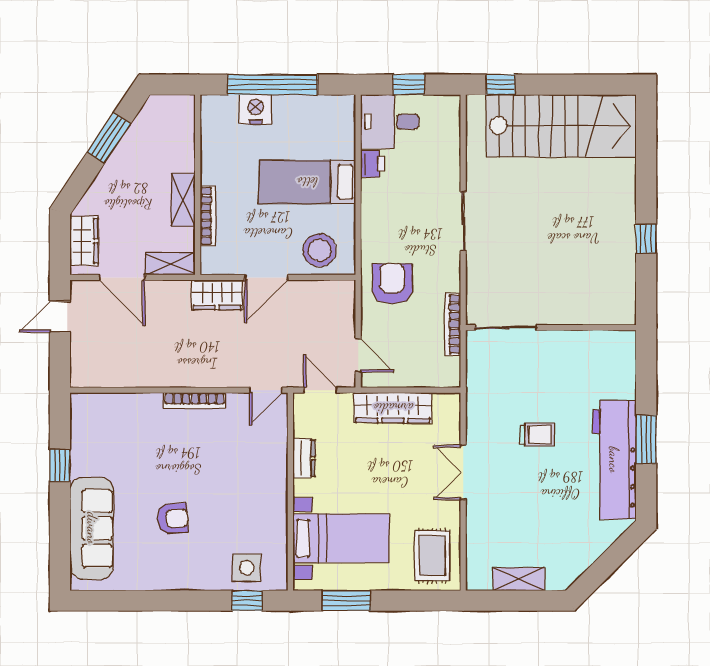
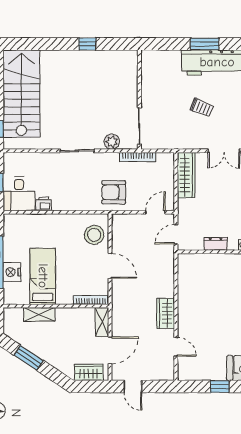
bed: (307, 182) -> (43, 276), moved, turned 180
shelving: (183, 200) -> (39, 314), moved
bookcase: (208, 216) -> (91, 300), moved
plant: (479, 281) -> (112, 142), added
wardrobe: (217, 295) -> (166, 313), moved, turned 180
door: (266, 390) -> (176, 347), moved
bookcase: (195, 401) -> (182, 308), removed
wardrobe: (393, 408) -> (186, 175), moved
trolley: (537, 435) -> (202, 108), turned 112

